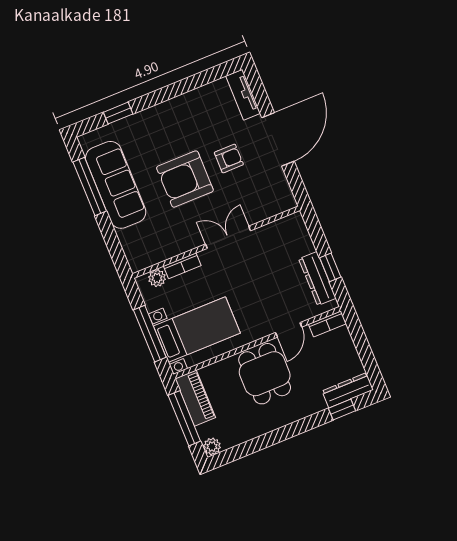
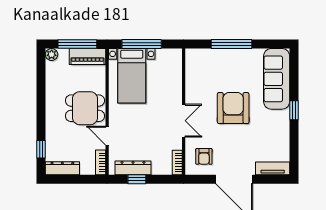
window: (118, 113) -> (294, 110), moved
armchair: (229, 159) -> (204, 156), moved
sofa: (116, 185) -> (277, 79), moved, turned 90
window: (90, 186) -> (232, 44), moved
bookcase: (182, 266) -> (177, 163), moved
plant: (157, 278) -> (176, 63), removed
dresser: (348, 390) -> (62, 168), moved, turned -90

